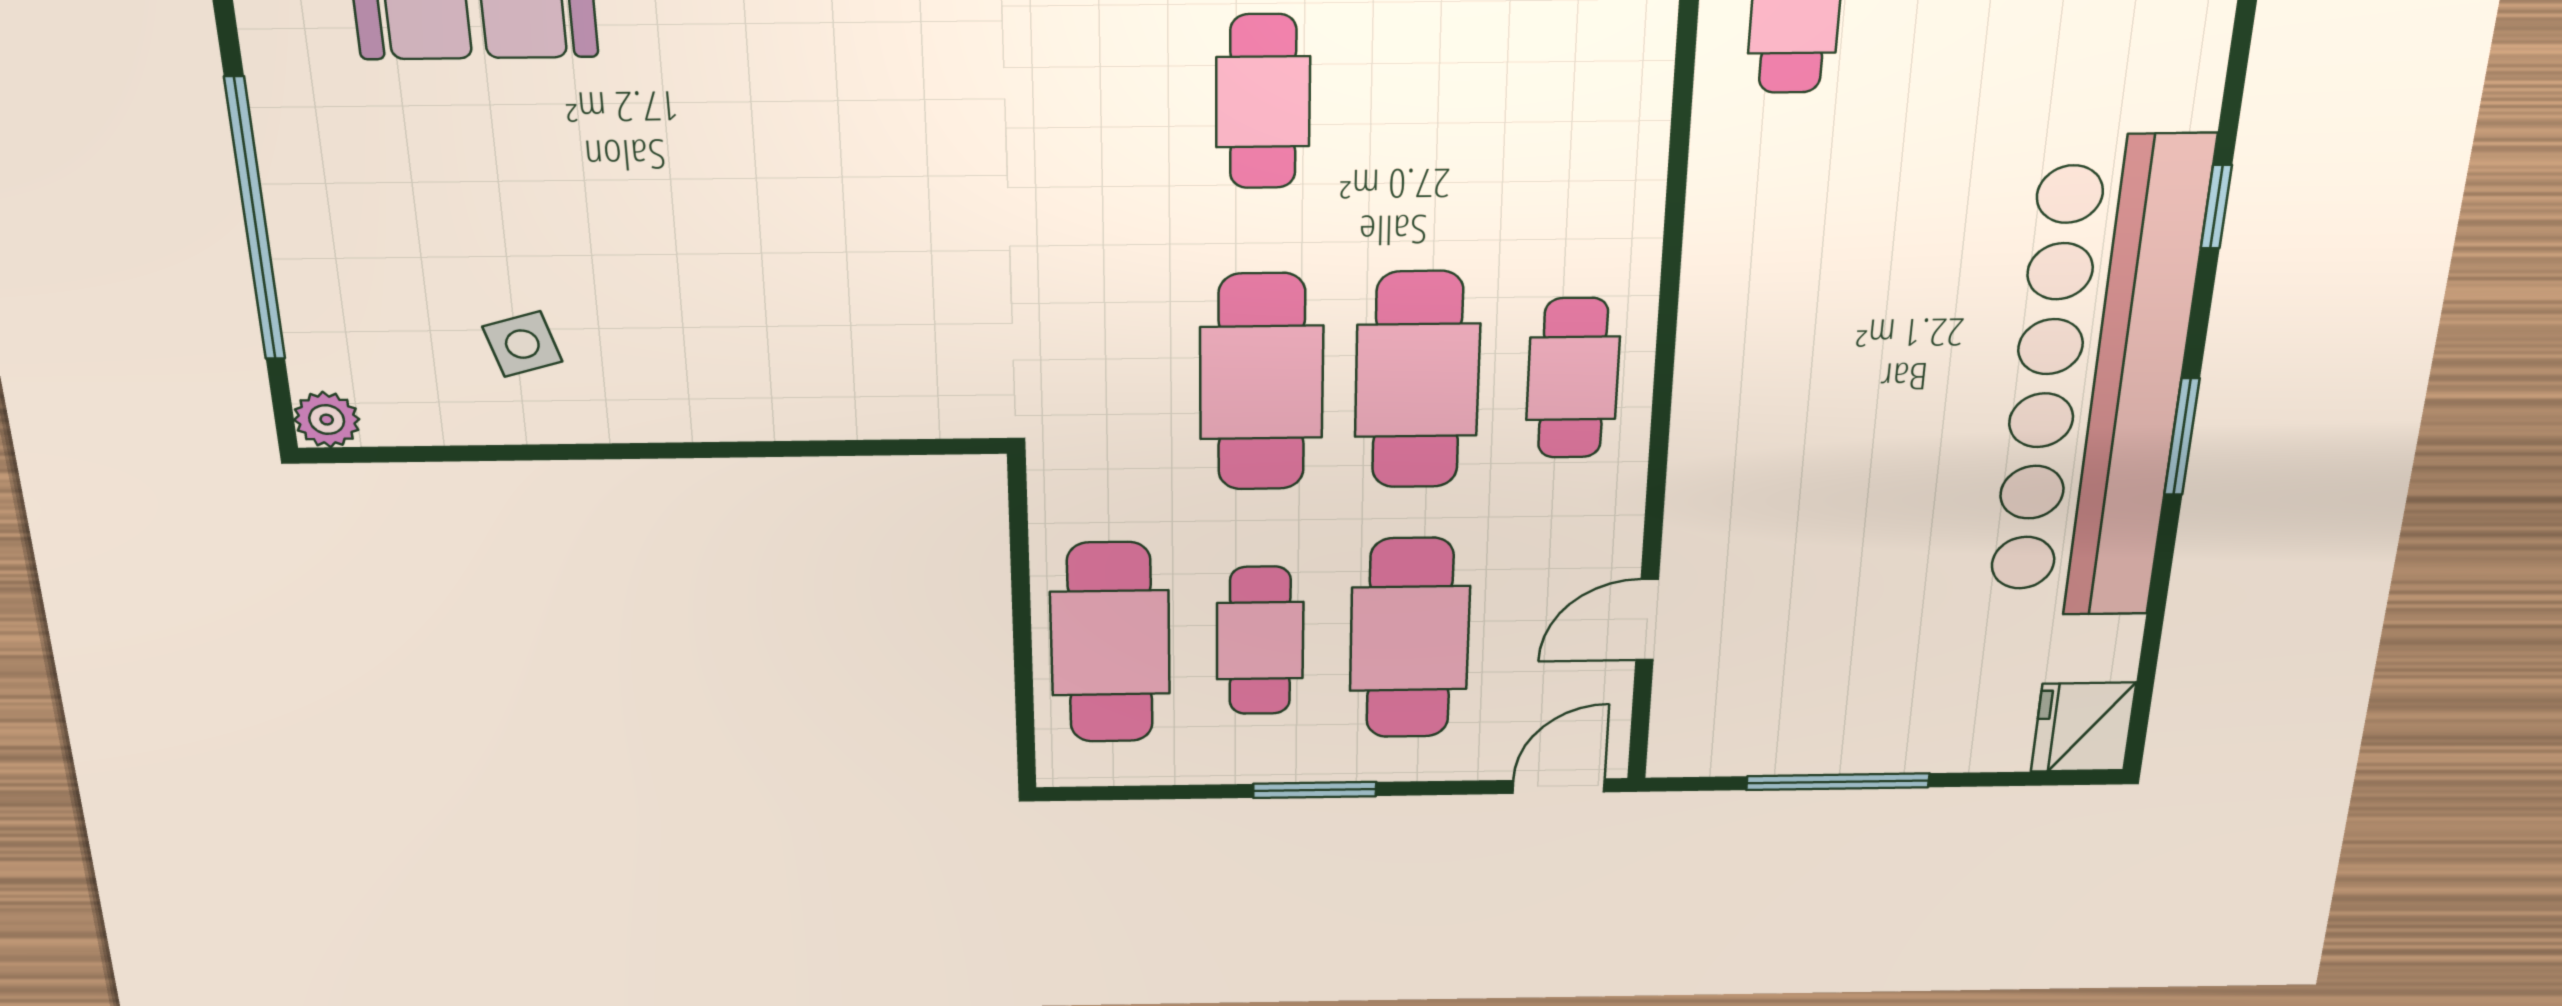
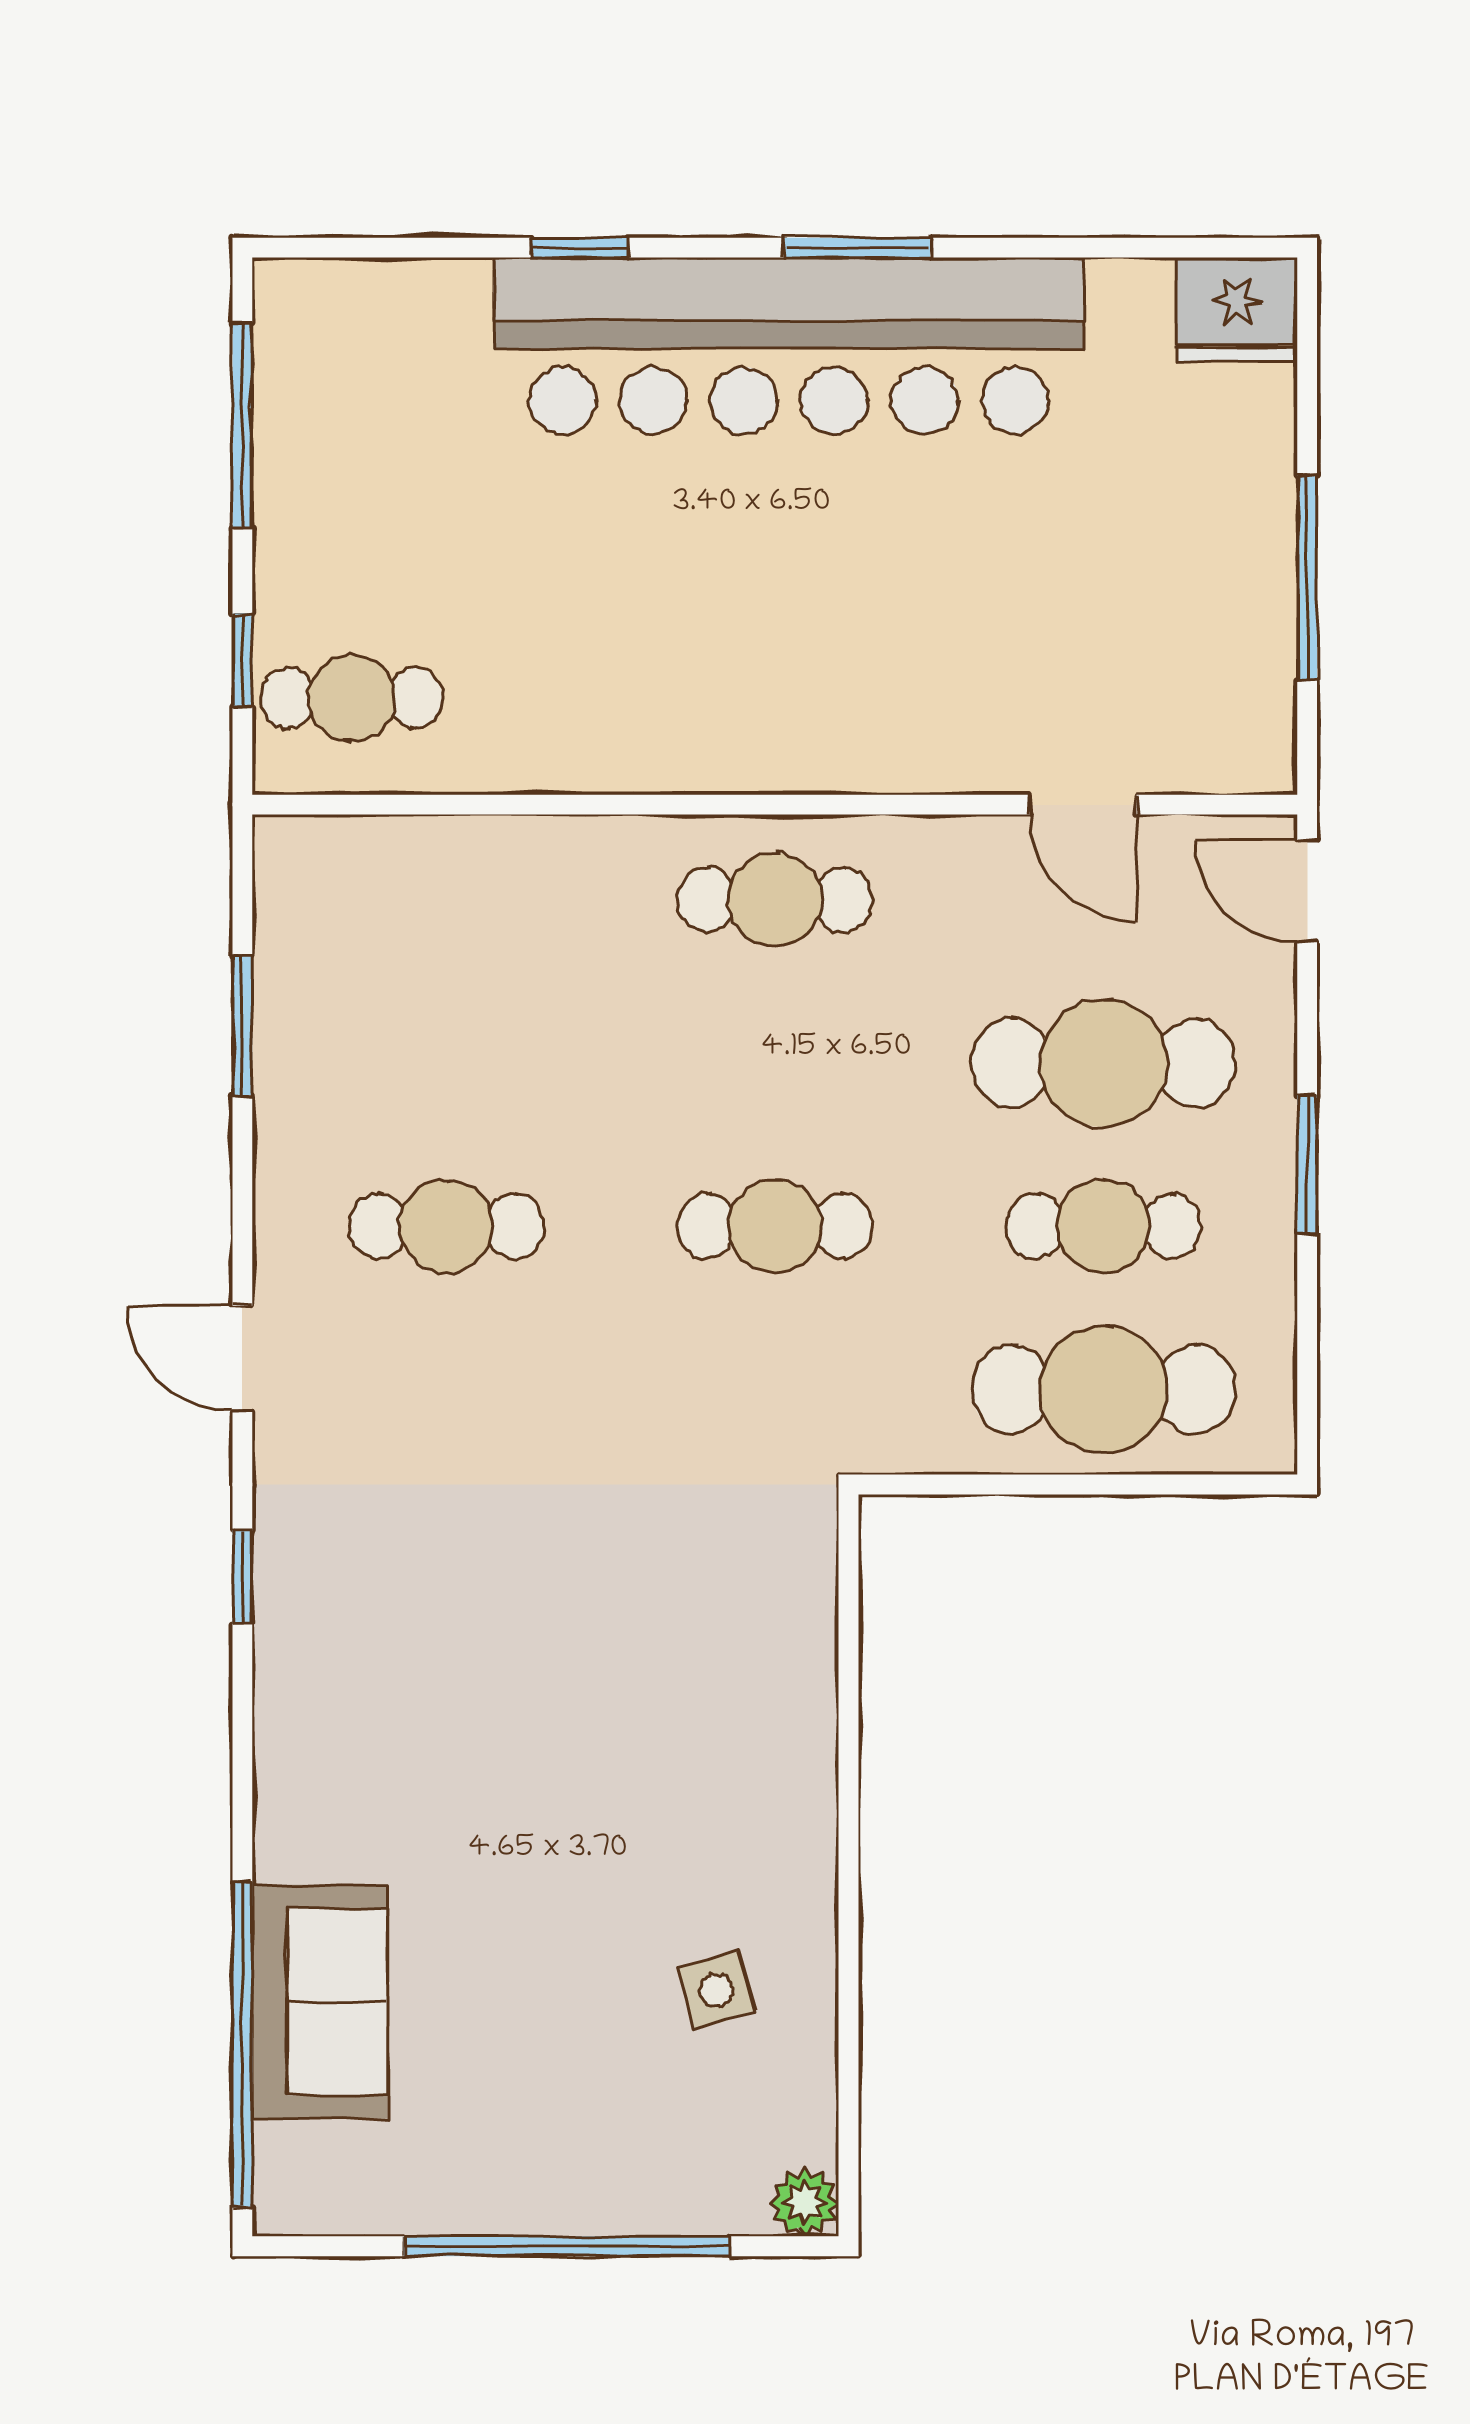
cafe table: (1417, 380) -> (775, 1063), removed
cafe table: (1261, 383) -> (775, 1226), width x0.73, depth x0.74

